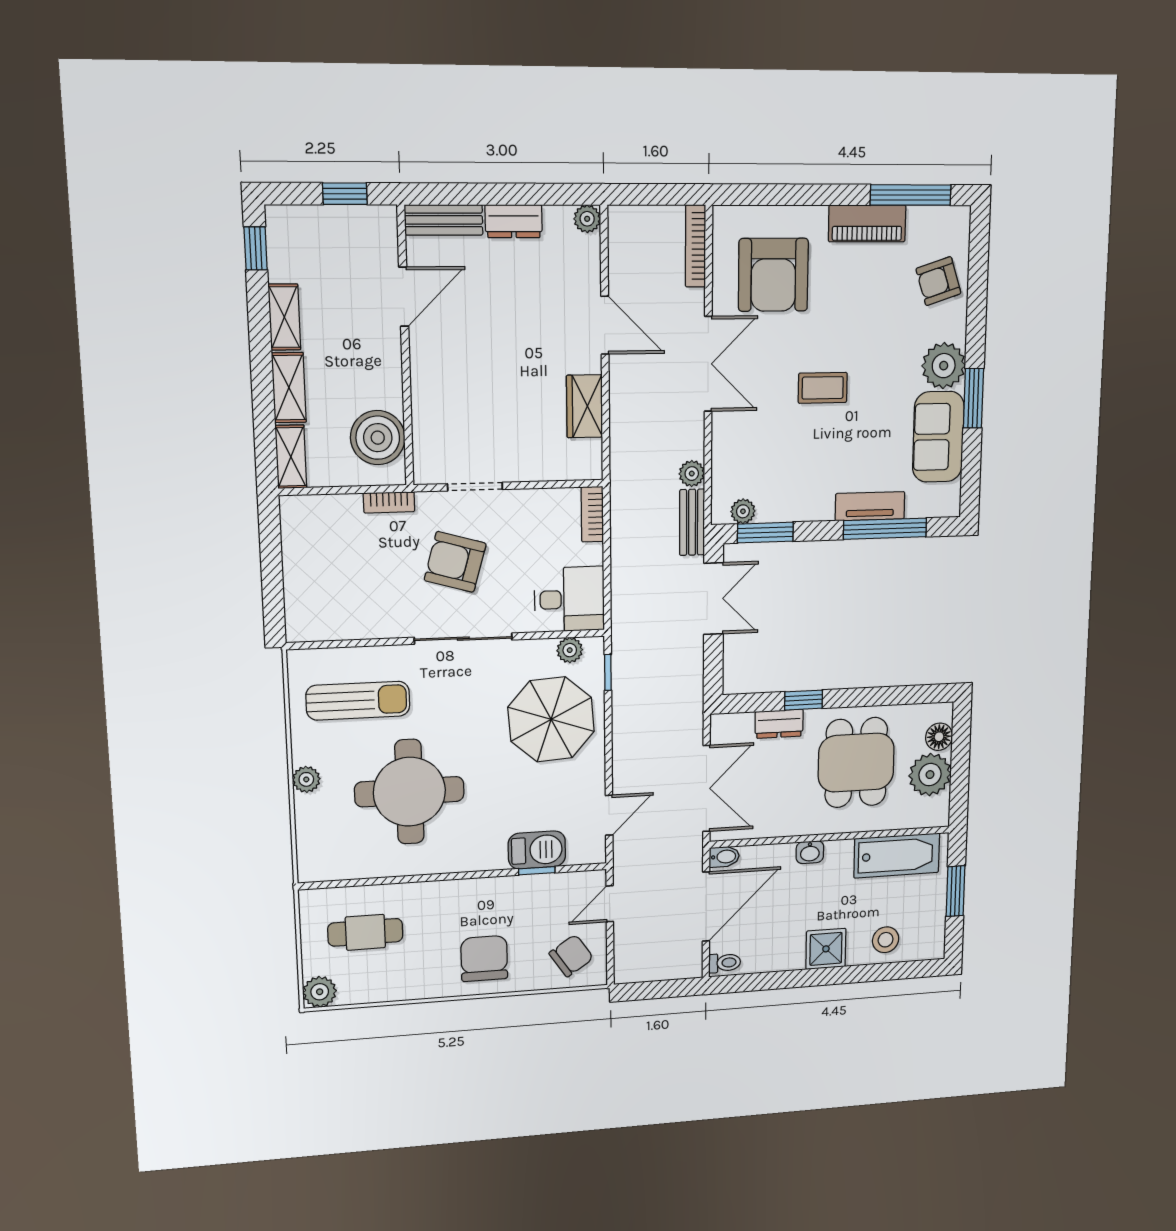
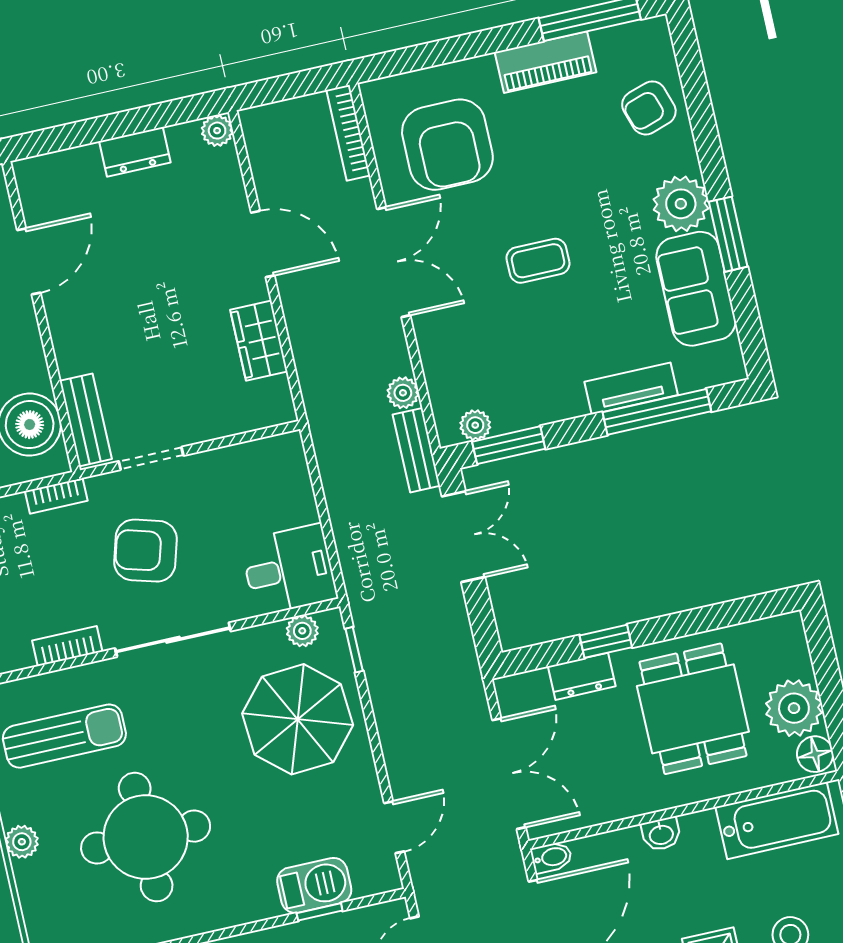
bench: (444, 220) -> (86, 420), moved, turned 90
bookcase: (592, 514) -> (67, 646), moved, turned 90
floor lamp: (939, 737) -> (815, 754), moved

